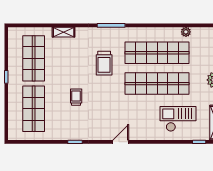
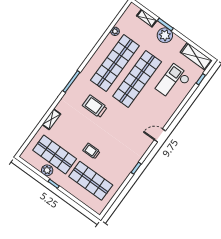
plant: (14, 62) -> (47, 170), added
trolley: (104, 63) -> (95, 106), turned 180
trolley: (76, 97) -> (91, 151), moved
door: (121, 142) -> (160, 135), hinge flipped

